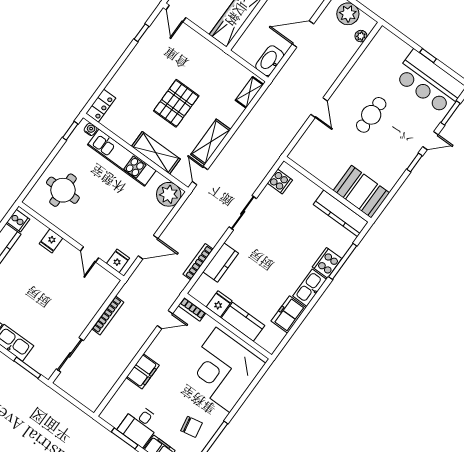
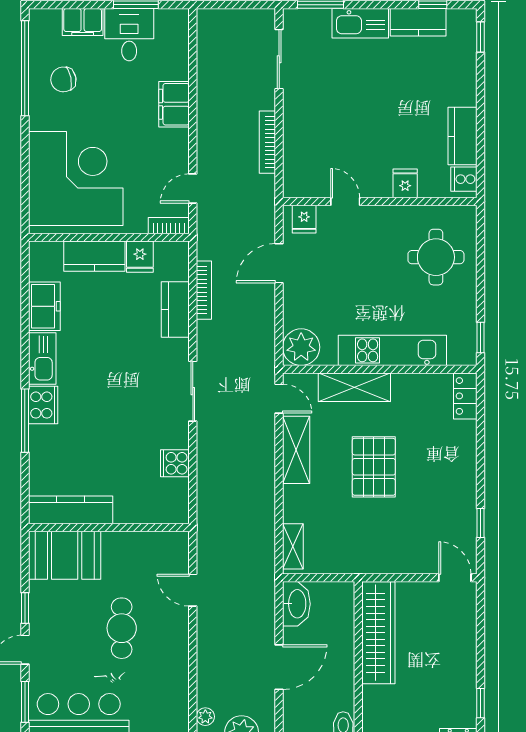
water cooler: (91, 129) -> (457, 357), removed
wall: (327, 189) -> (109, 527), moved
booth: (361, 192) -> (65, 555), moved
kitchen counter: (341, 213) -> (71, 510), moved

